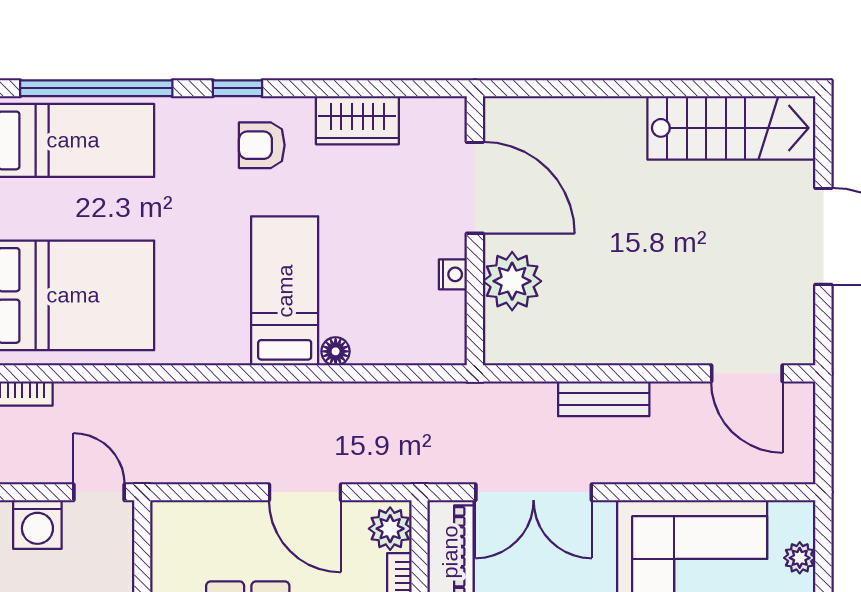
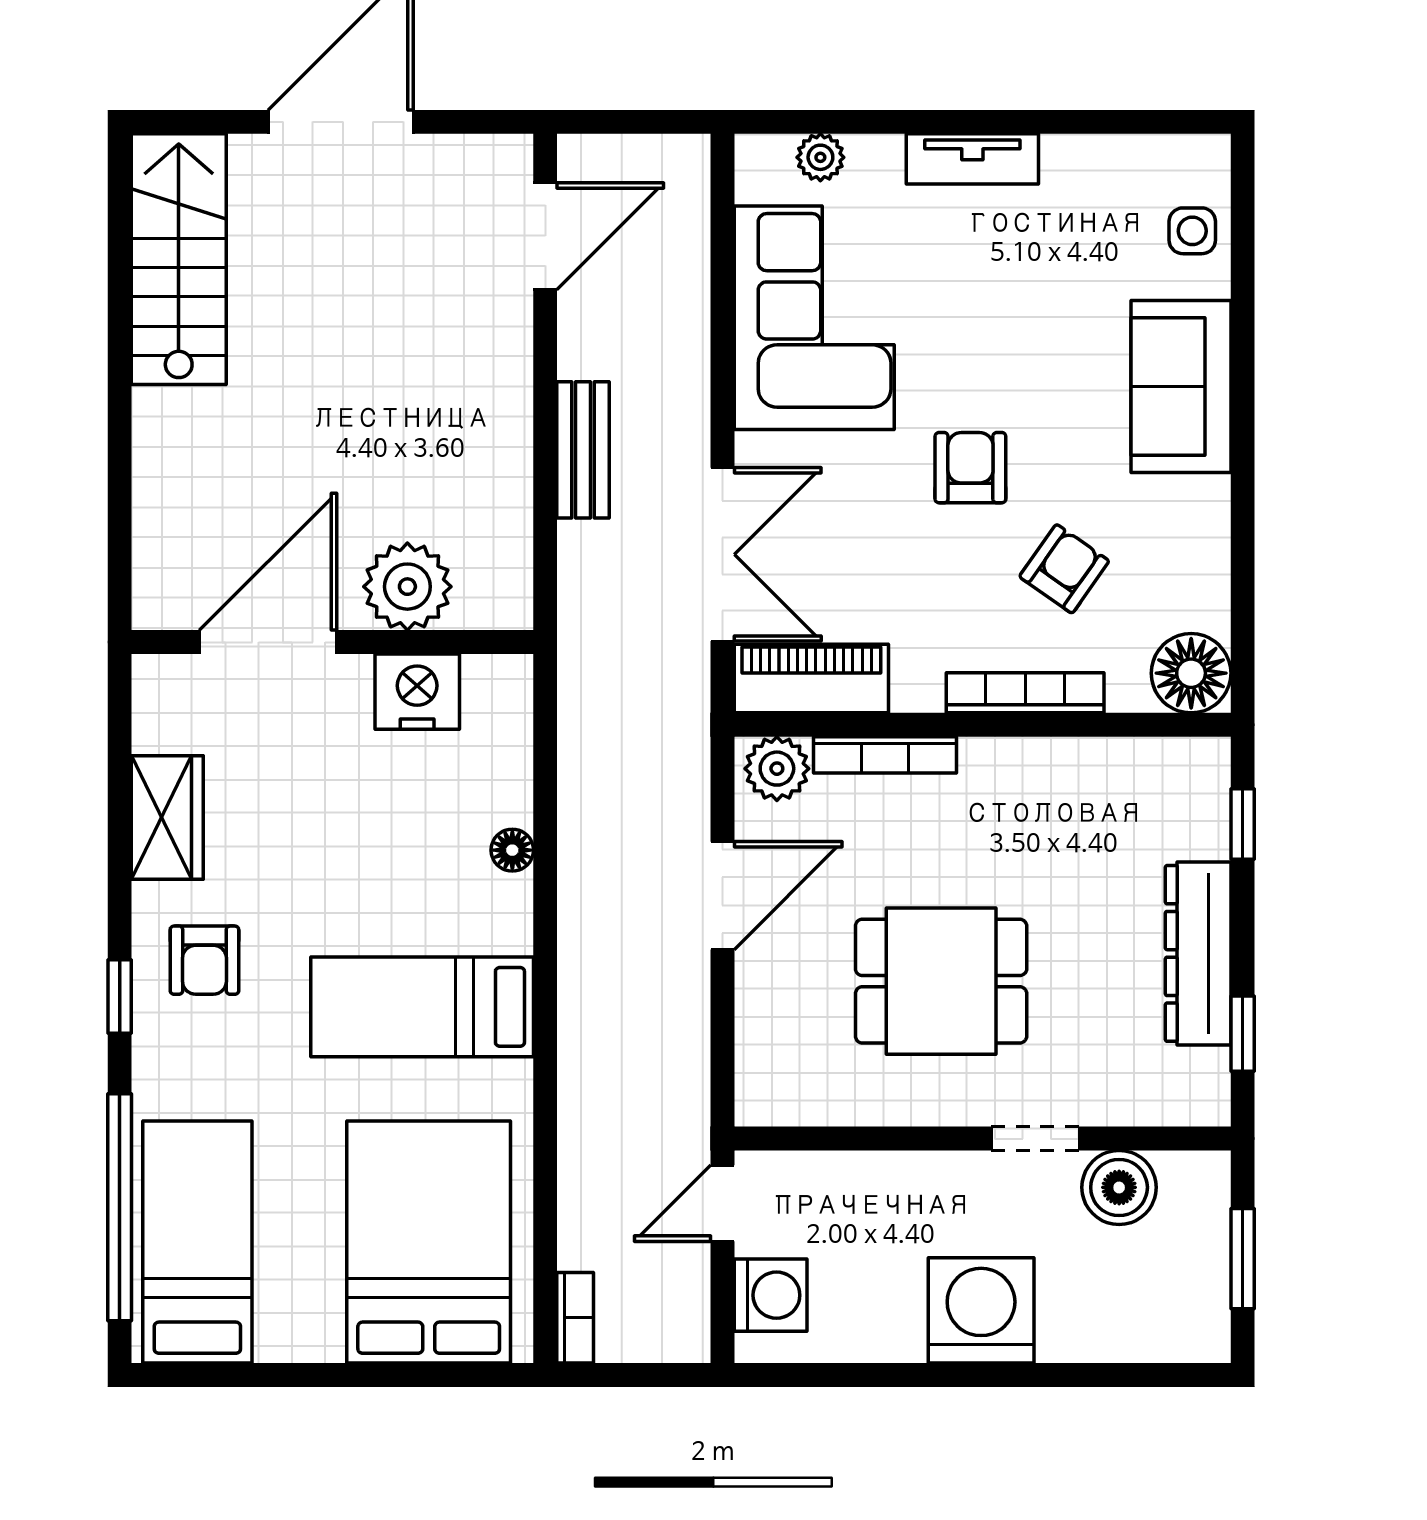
nightstand: (453, 274) -> (417, 692), width x1.89, depth x1.79
bed: (285, 291) -> (422, 1007), moved

